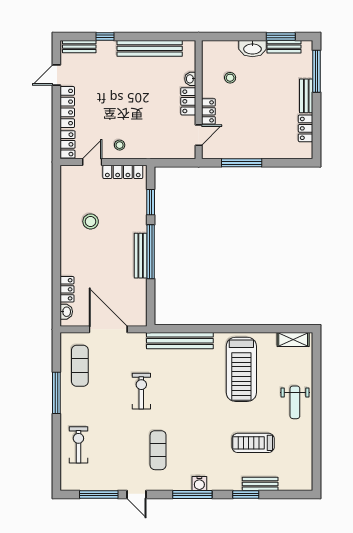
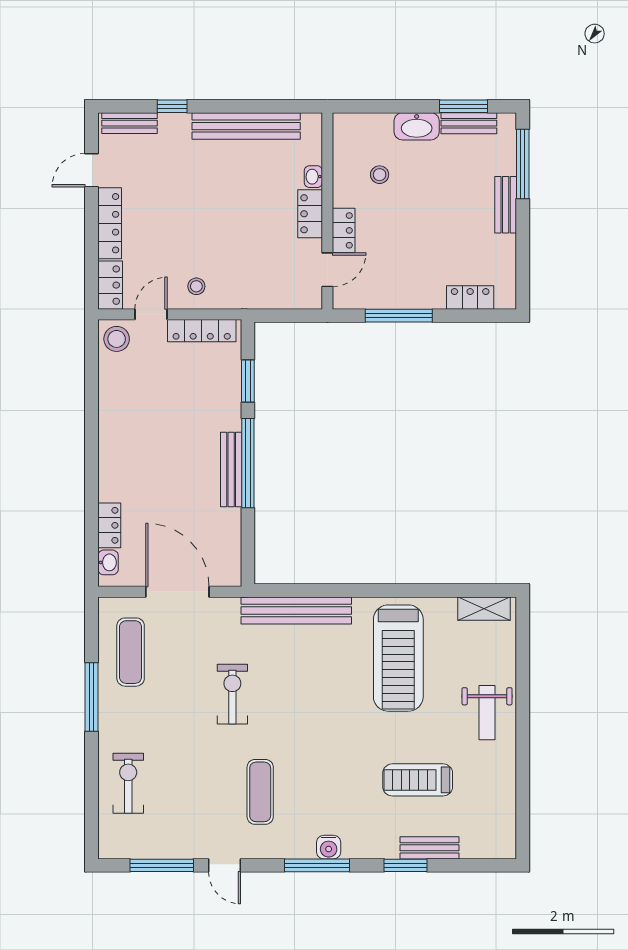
locker: (306, 128) -> (470, 297), moved, turned 90
stool: (91, 221) -> (117, 339), moved

